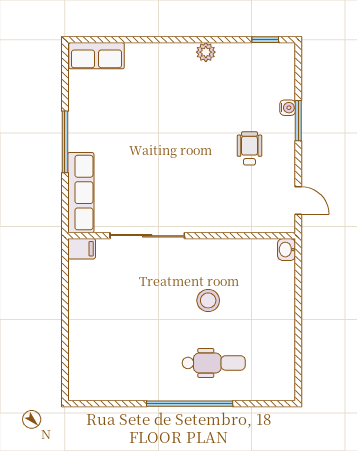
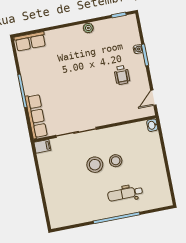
wheelchair: (249, 148) -> (122, 75), turned 180
door: (298, 200) -> (153, 98), swing flipped
stool: (169, 300) -> (95, 165), added
dental chair: (214, 363) -> (125, 194), turned 180

